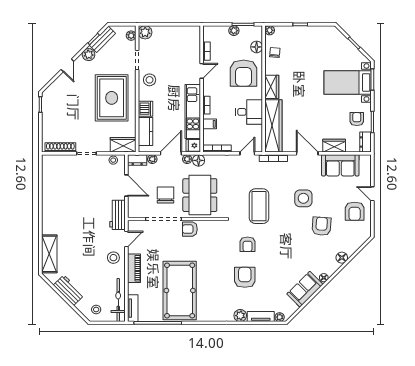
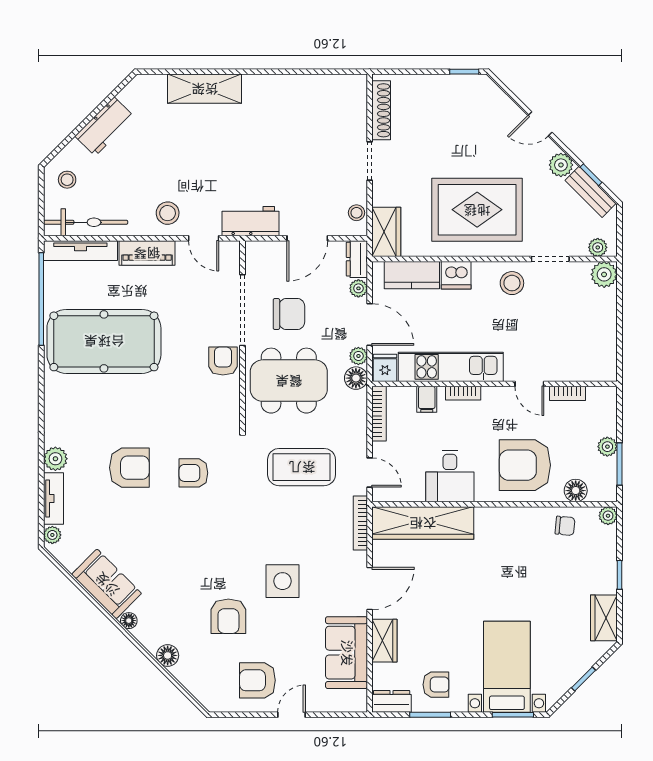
wardrobe: (272, 87) -> (604, 618), moved, turned 90
coffee table: (259, 206) -> (302, 467), moved
armchair: (322, 226) -> (228, 616), turned 86
shelving: (49, 254) -> (205, 89), moved
tv unit: (133, 308) -> (80, 251), width x1.41

